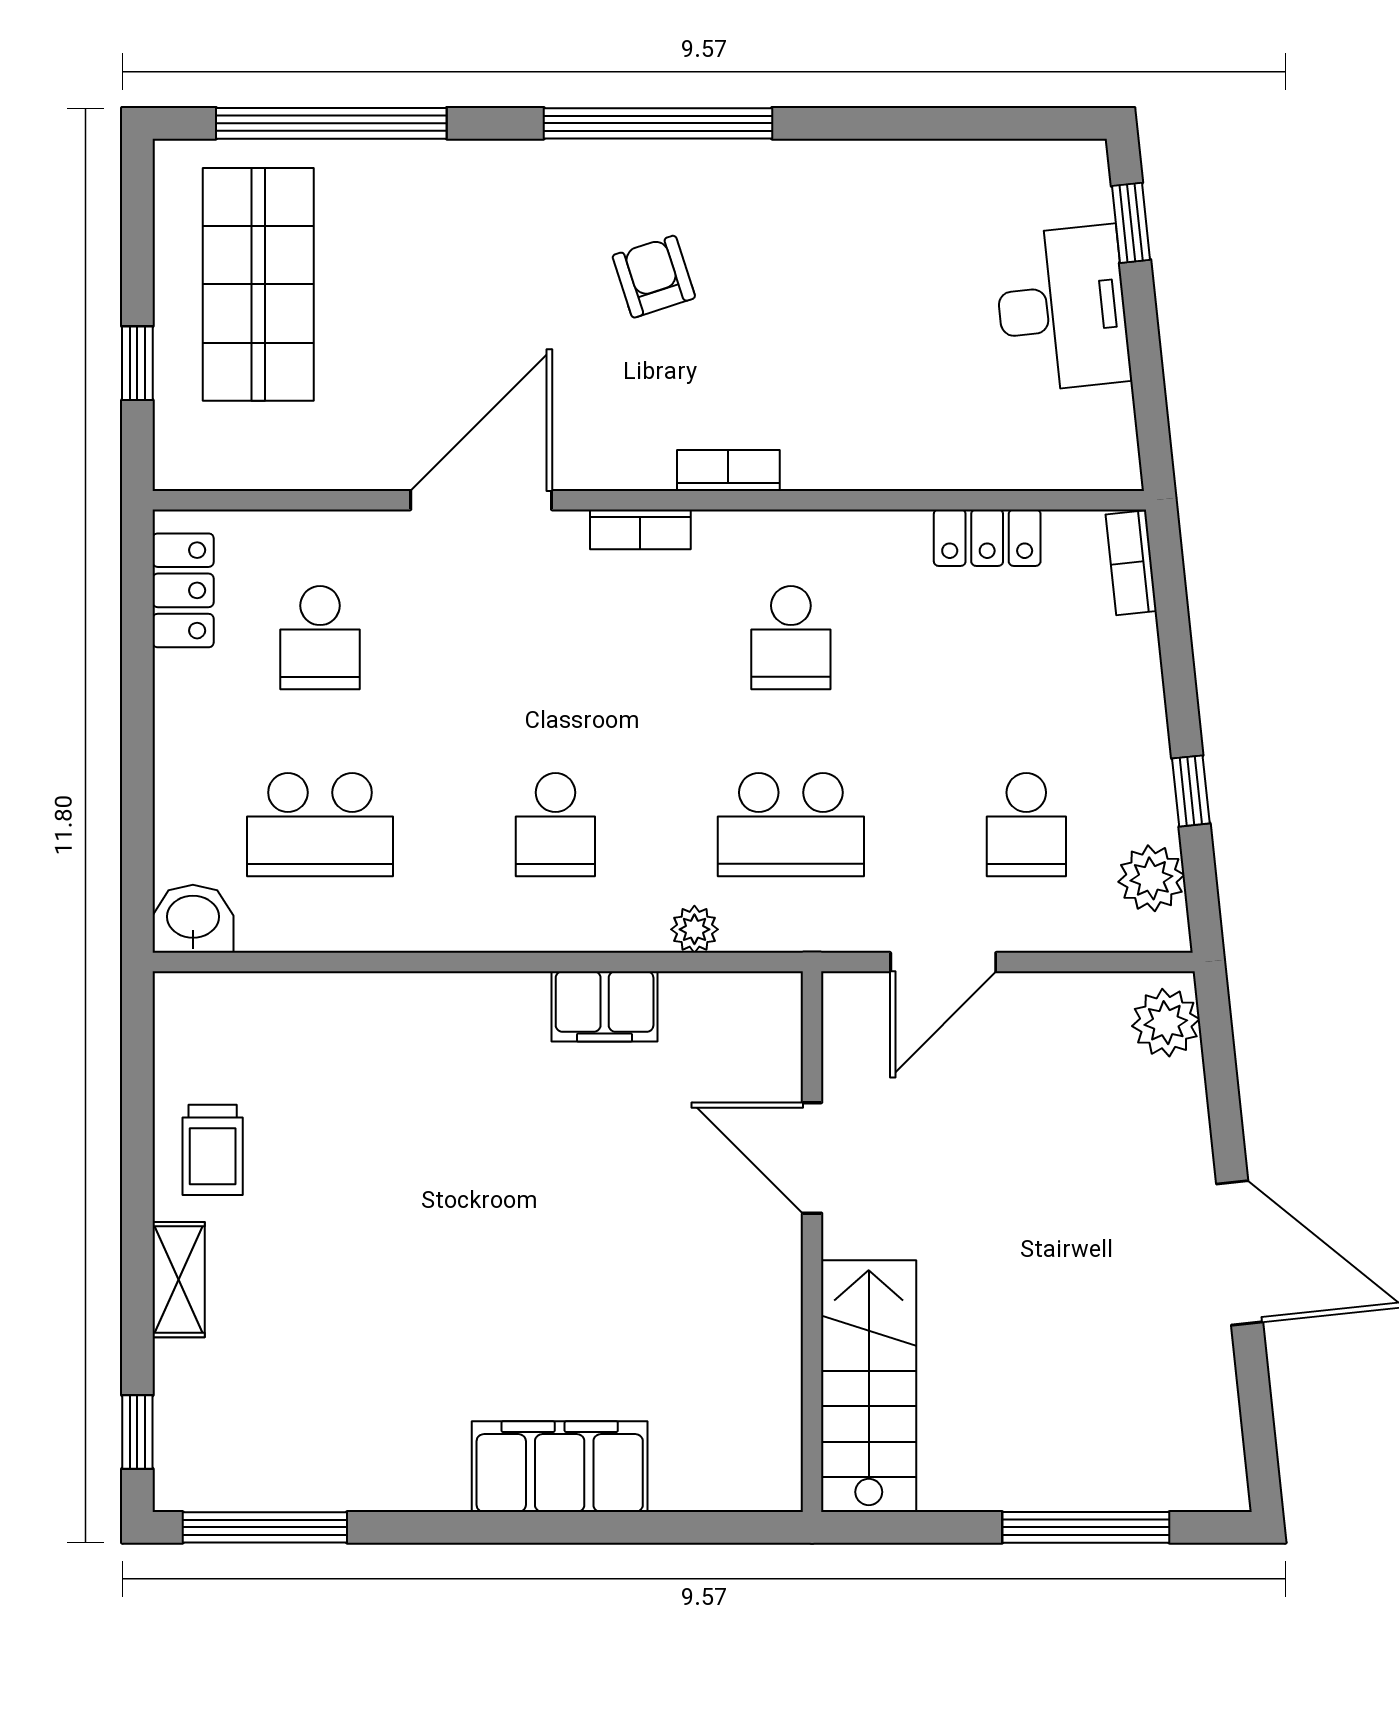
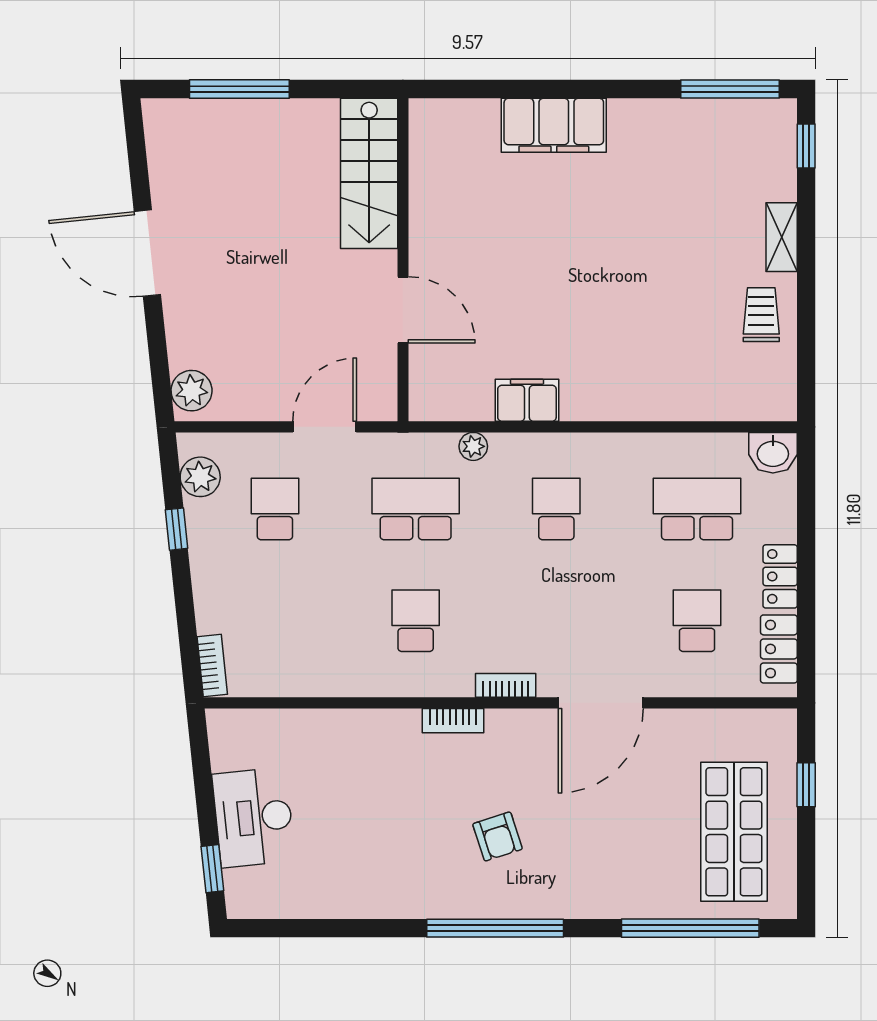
locker: (987, 538) -> (780, 576), moved, turned -90

